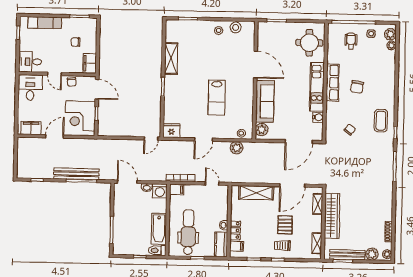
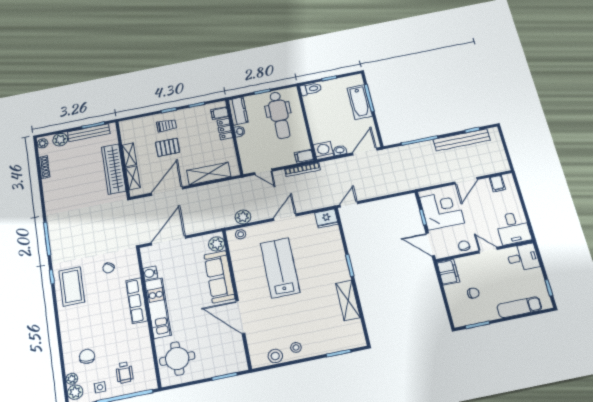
row of seats: (333, 83) -> (137, 301), moved
chair: (357, 87) -> (87, 356), moved
lab bench: (217, 98) -> (280, 268), width x1.36, depth x1.39
coffee table: (381, 121) -> (72, 286), width x1.36, depth x1.32
filing cabinet: (31, 128) -> (497, 184), width x0.50
bench: (76, 174) -> (462, 140), moved
door: (127, 182) -> (365, 151), swing flipped
pallet: (285, 225) -> (168, 147), turned 90
bathtub: (159, 229) -> (360, 102), moved, turned 180
shelving: (317, 243) -> (129, 155), moved

